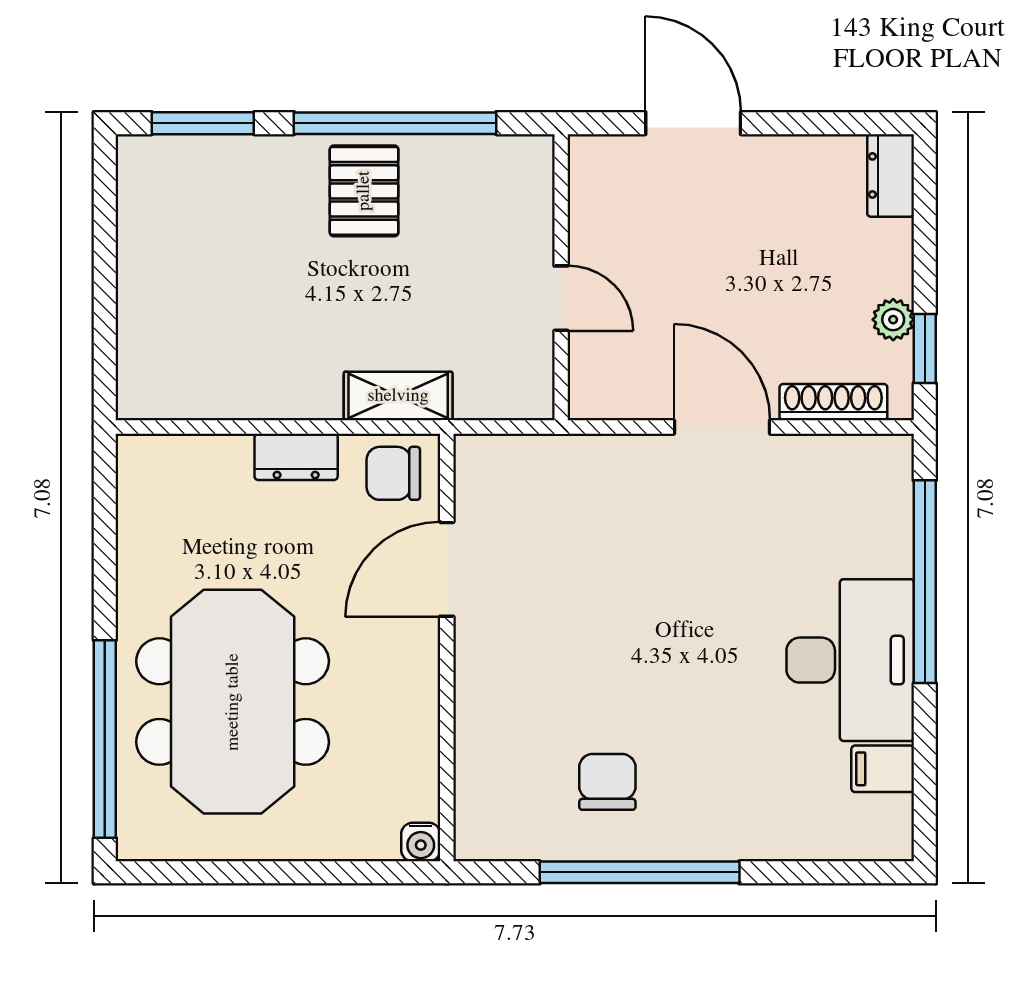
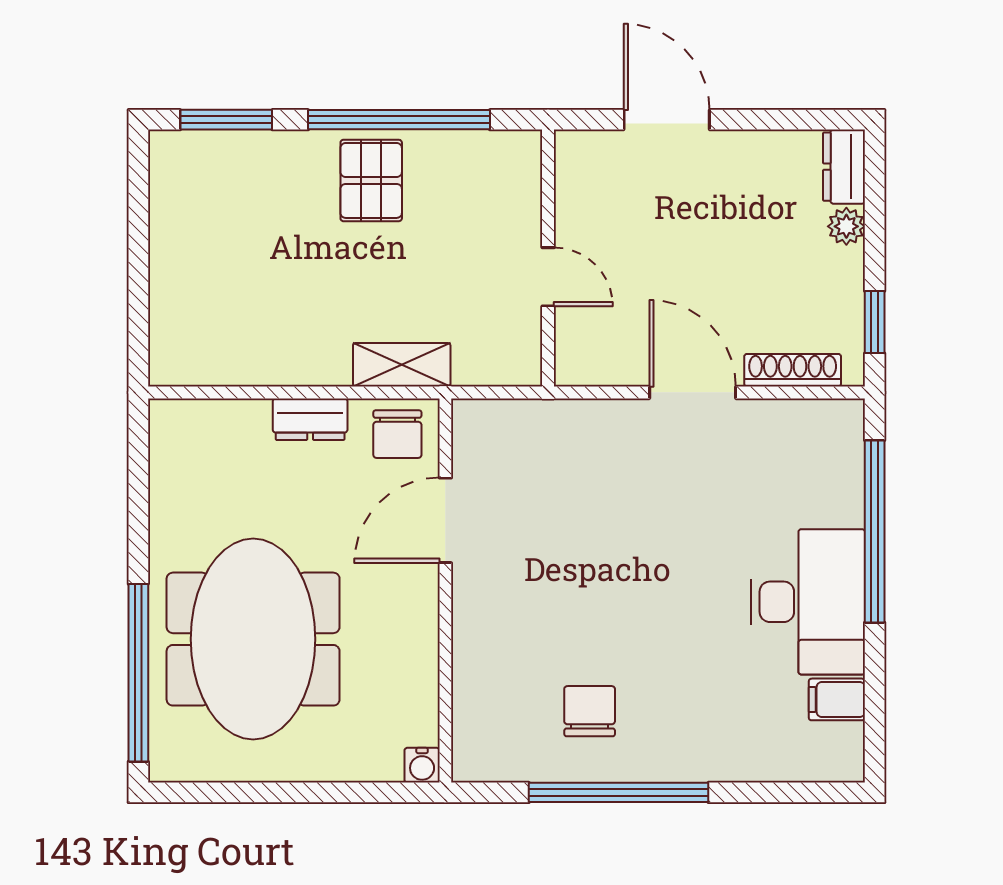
plant: (893, 320) -> (846, 226), moved
chair: (393, 473) -> (397, 434), turned -90

